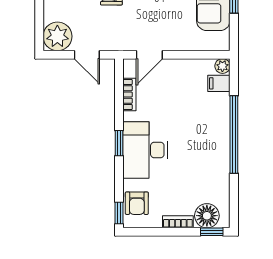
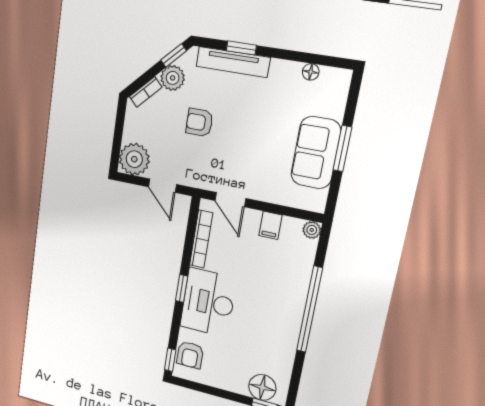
door: (149, 55) -> (230, 200), hinge flipped
filing cabinet: (219, 83) -> (270, 225), moved, turned -90
bookcase: (129, 94) -> (201, 239), width x1.56
bookcase: (178, 222) -> (230, 385), removed

